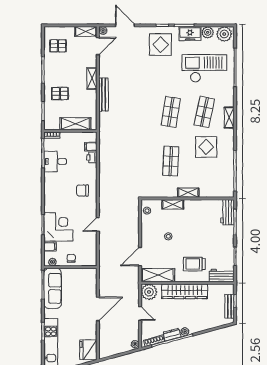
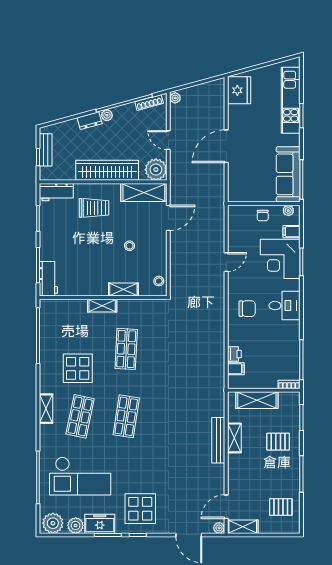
shelving: (92, 78) -> (234, 438), moved
desk: (55, 162) -> (285, 306), moved
dresser: (172, 335) -> (90, 121), moved

